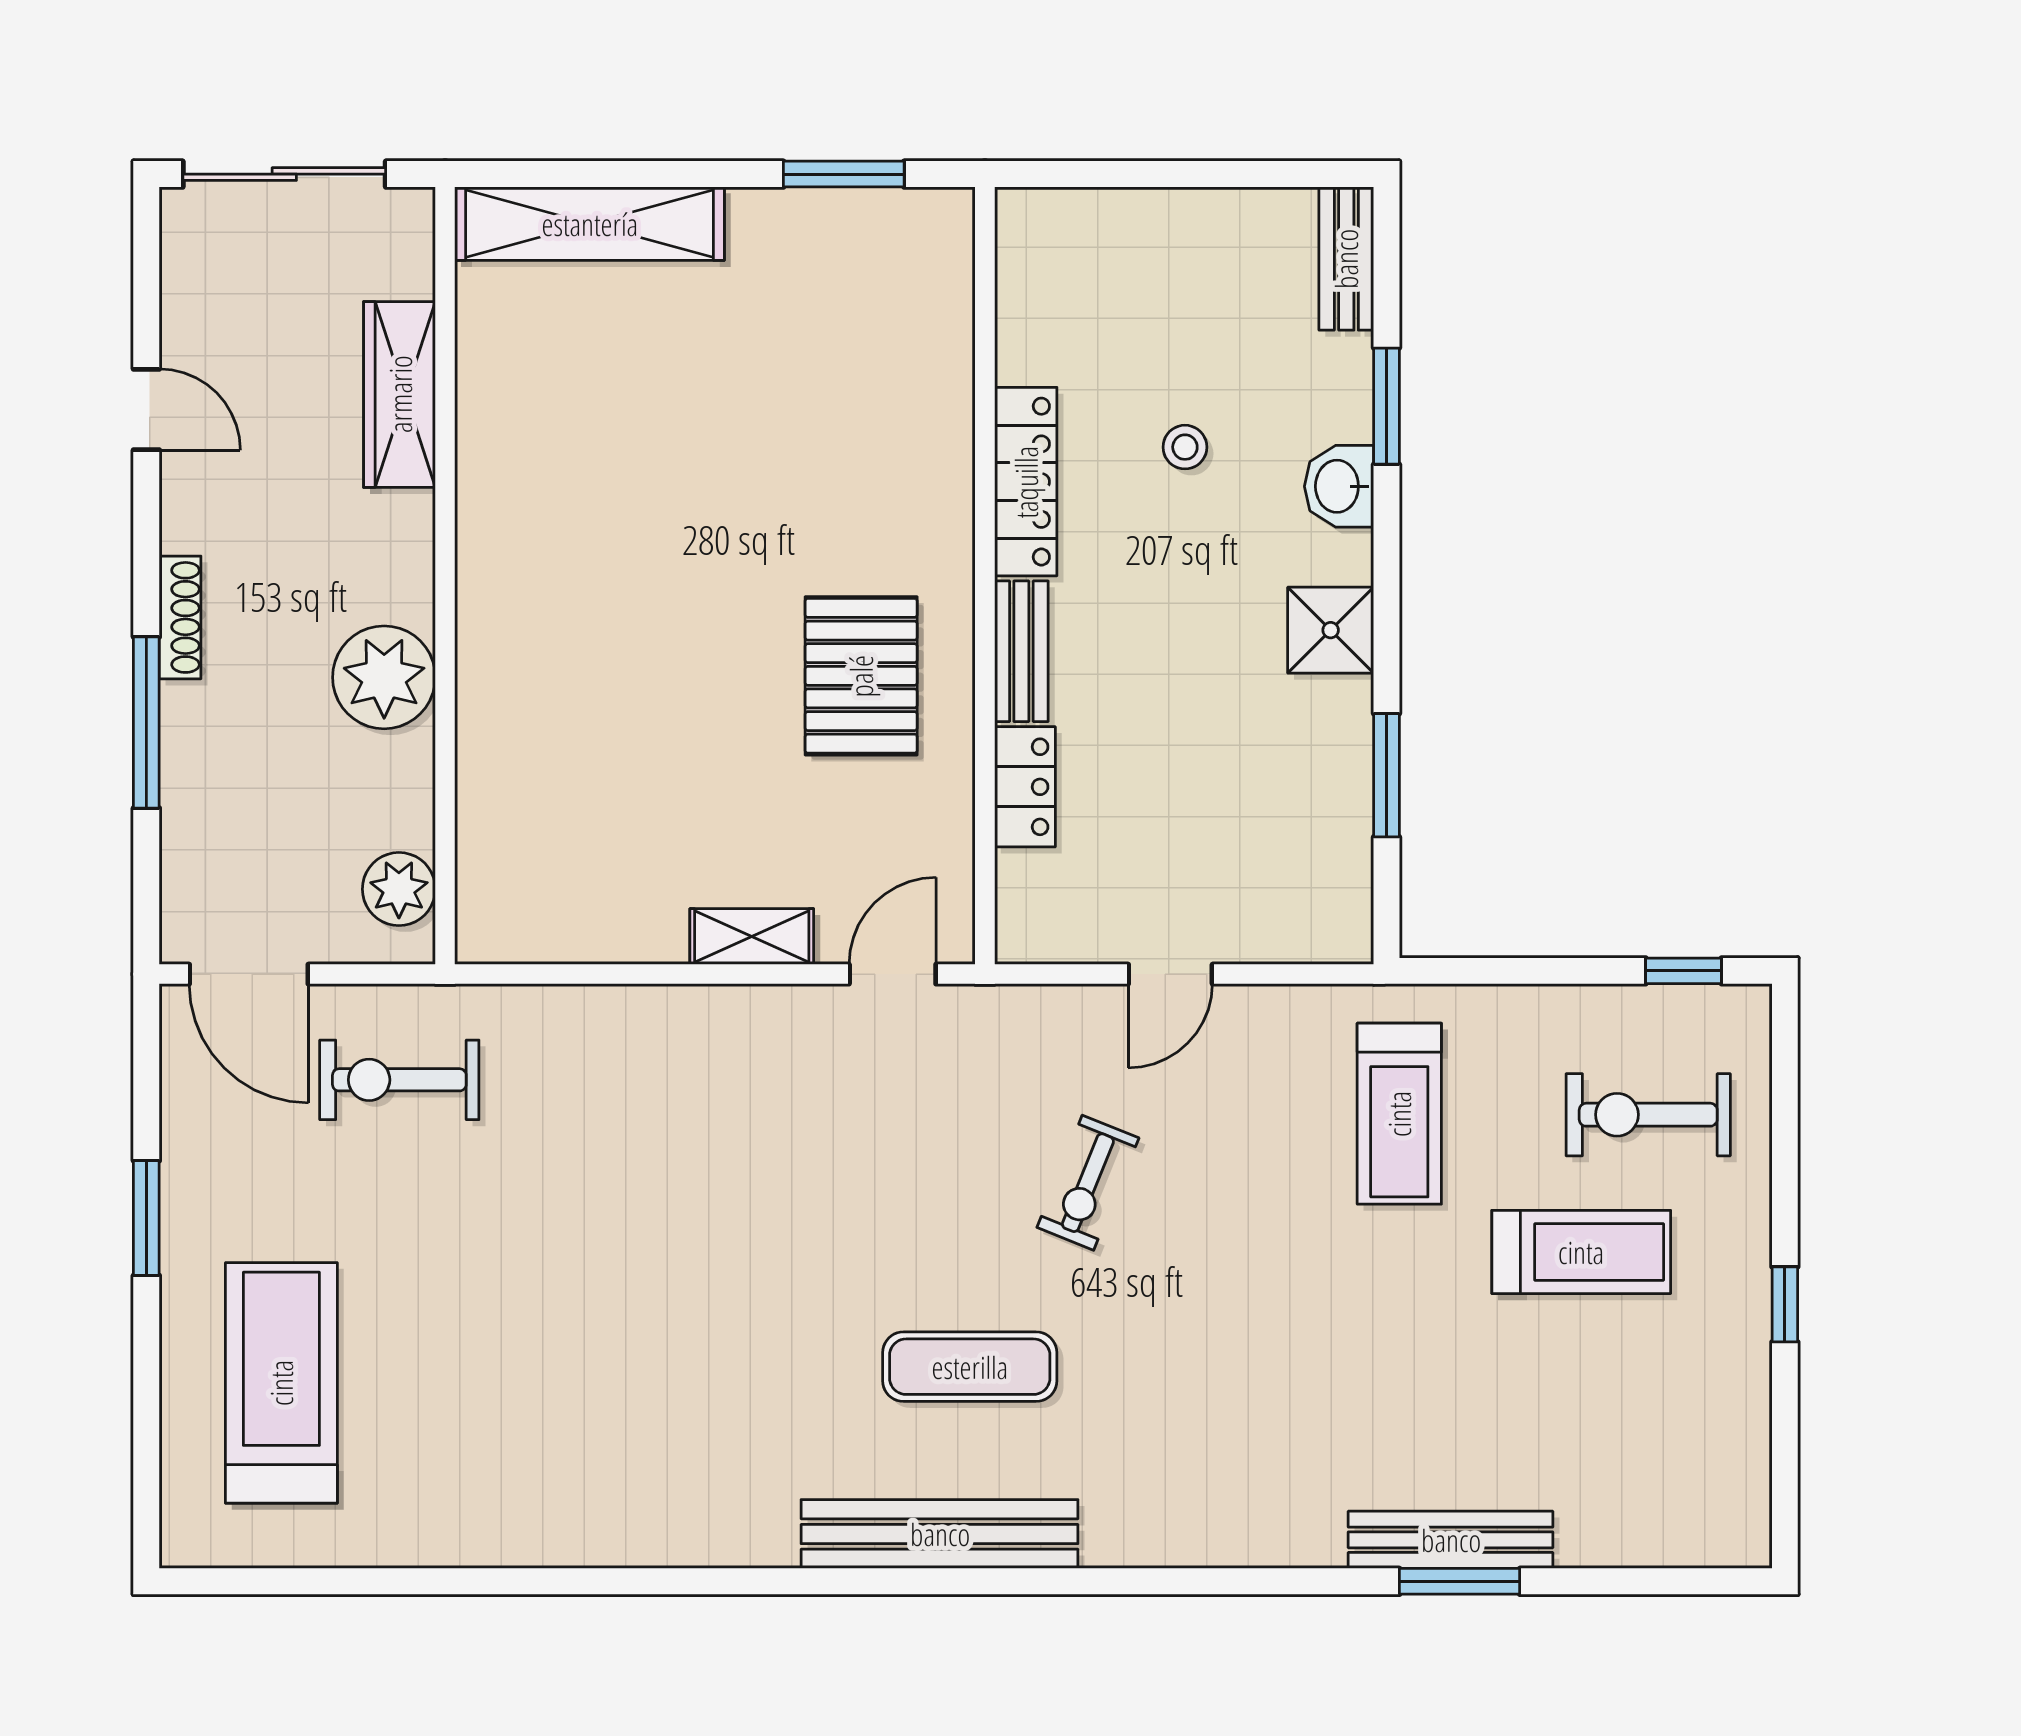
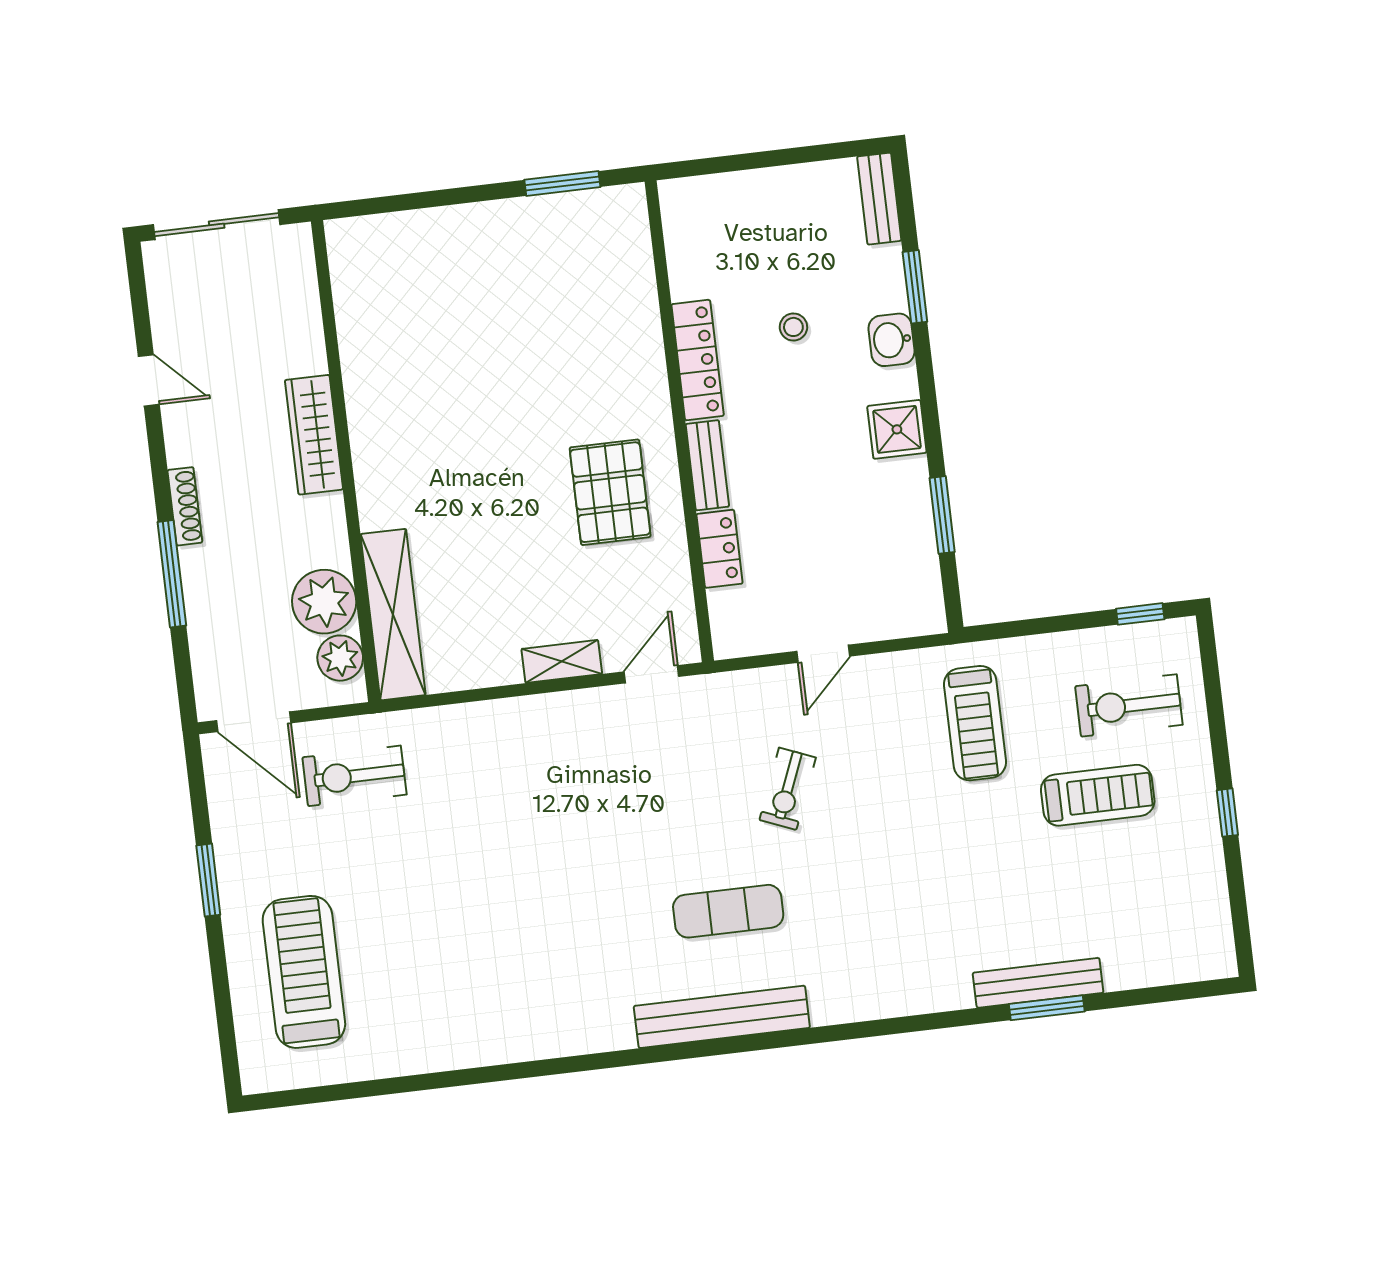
shelving: (590, 224) -> (393, 615), moved, turned 90
wardrobe: (400, 394) -> (314, 435), moved
plant: (384, 677) -> (324, 602), moved

